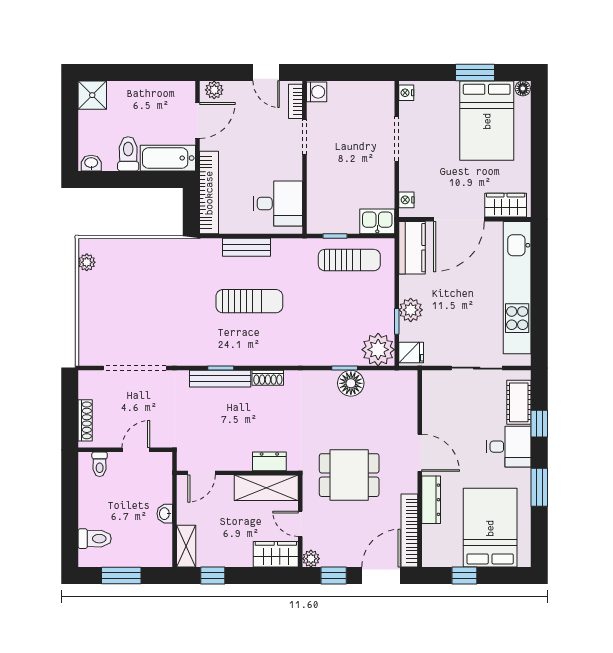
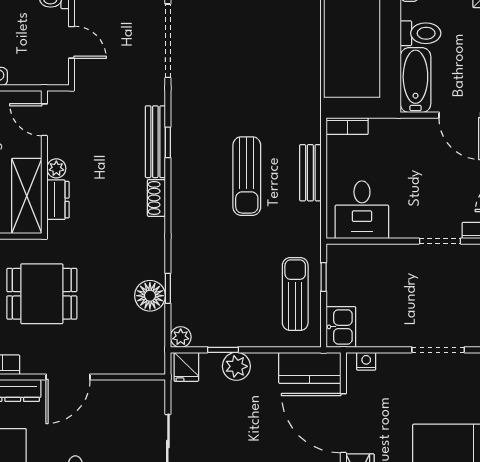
bookcase: (209, 193) -> (347, 126), width x0.43, depth x0.76
sun lounger: (349, 260) -> (295, 294), turned 180
plant: (378, 350) -> (181, 337), width x0.53, depth x0.53
plant: (243, 463) -> (56, 168), added
dining table: (349, 475) -> (42, 294), turned 90

